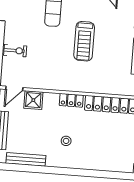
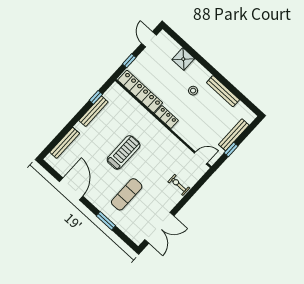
shower: (33, 100) -> (183, 59), moved
bench: (26, 159) -> (223, 91), moved

